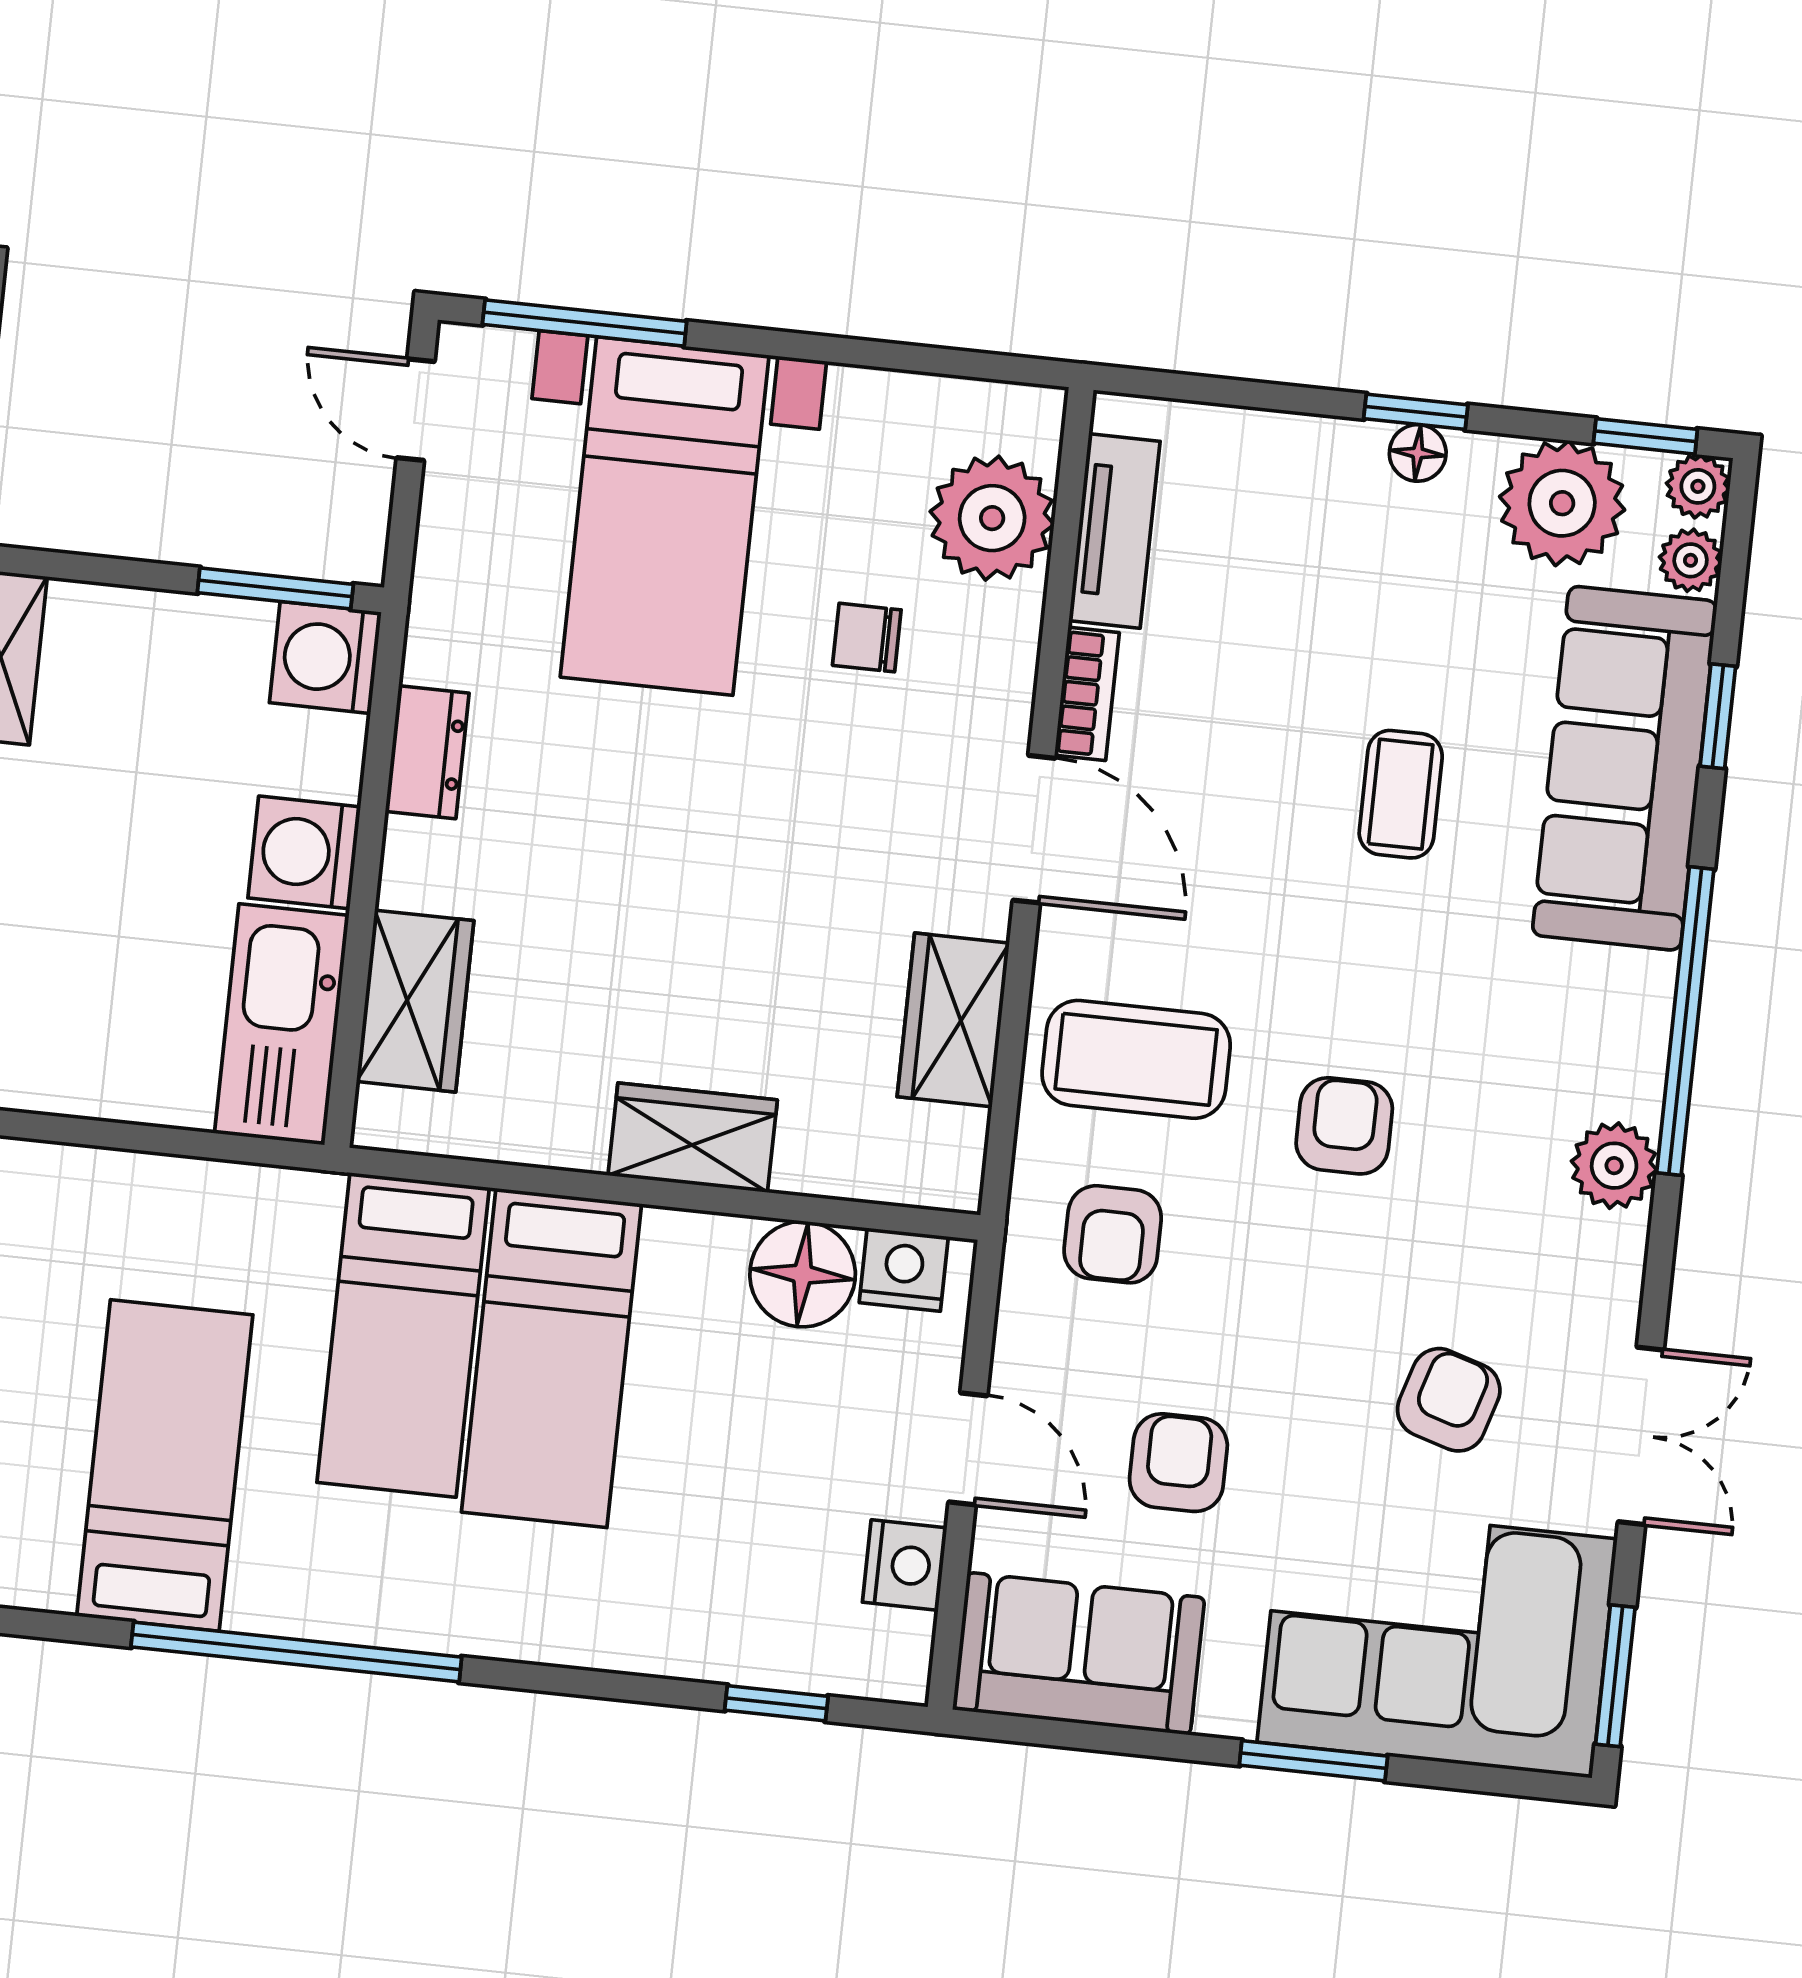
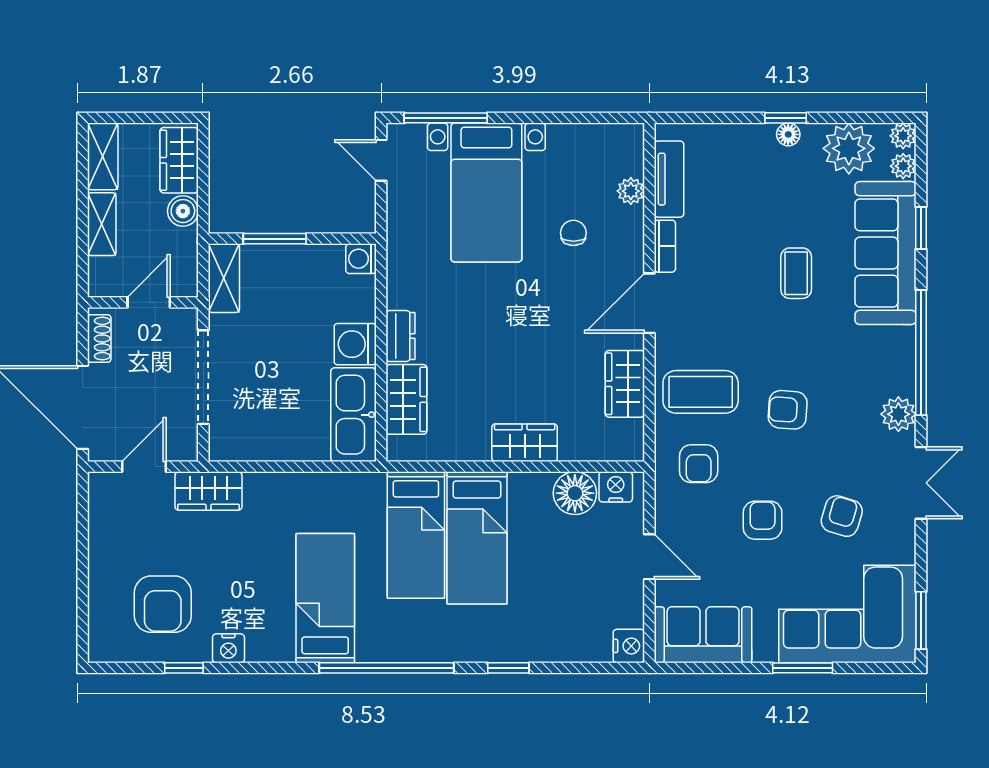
window: (1645, 436) -> (880, 118), removed
plant: (992, 518) -> (631, 191), width x0.53, depth x0.53
window: (275, 588) -> (275, 239), moved
chair: (867, 638) -> (573, 233), turned 90
washing machine: (325, 657) -> (361, 259), width x0.73, depth x0.73
dresser: (427, 752) -> (401, 336), moved
door: (1034, 829) -> (649, 303), swing flipped
armchair: (1344, 1126) -> (788, 410), turned -86
double door: (1641, 1436) -> (921, 483), moved
armchair: (1178, 1463) -> (763, 520), moved
nightstand: (905, 1565) -> (629, 646), moved
window: (776, 1703) -> (508, 668), moved

